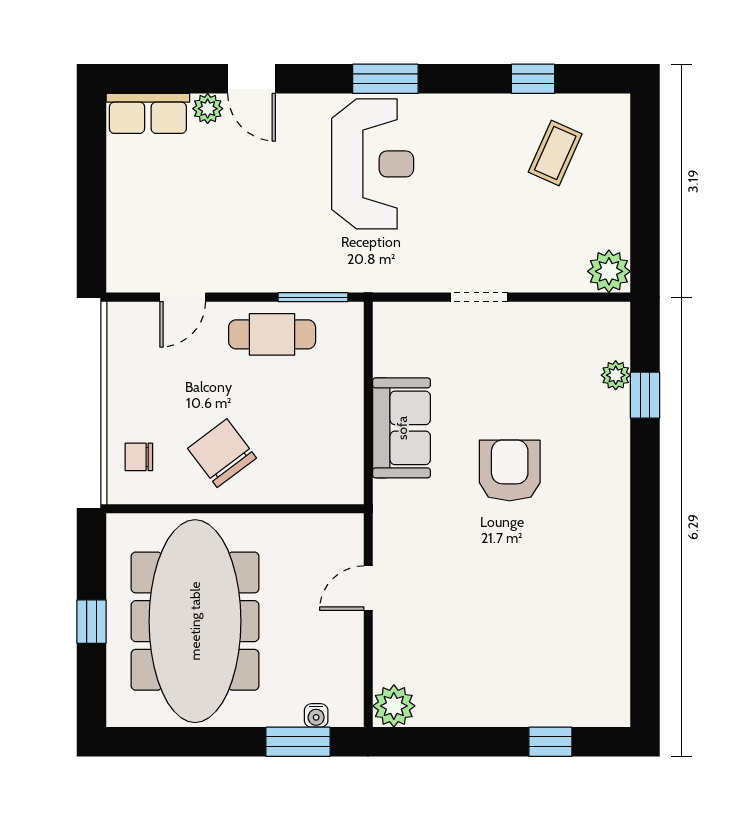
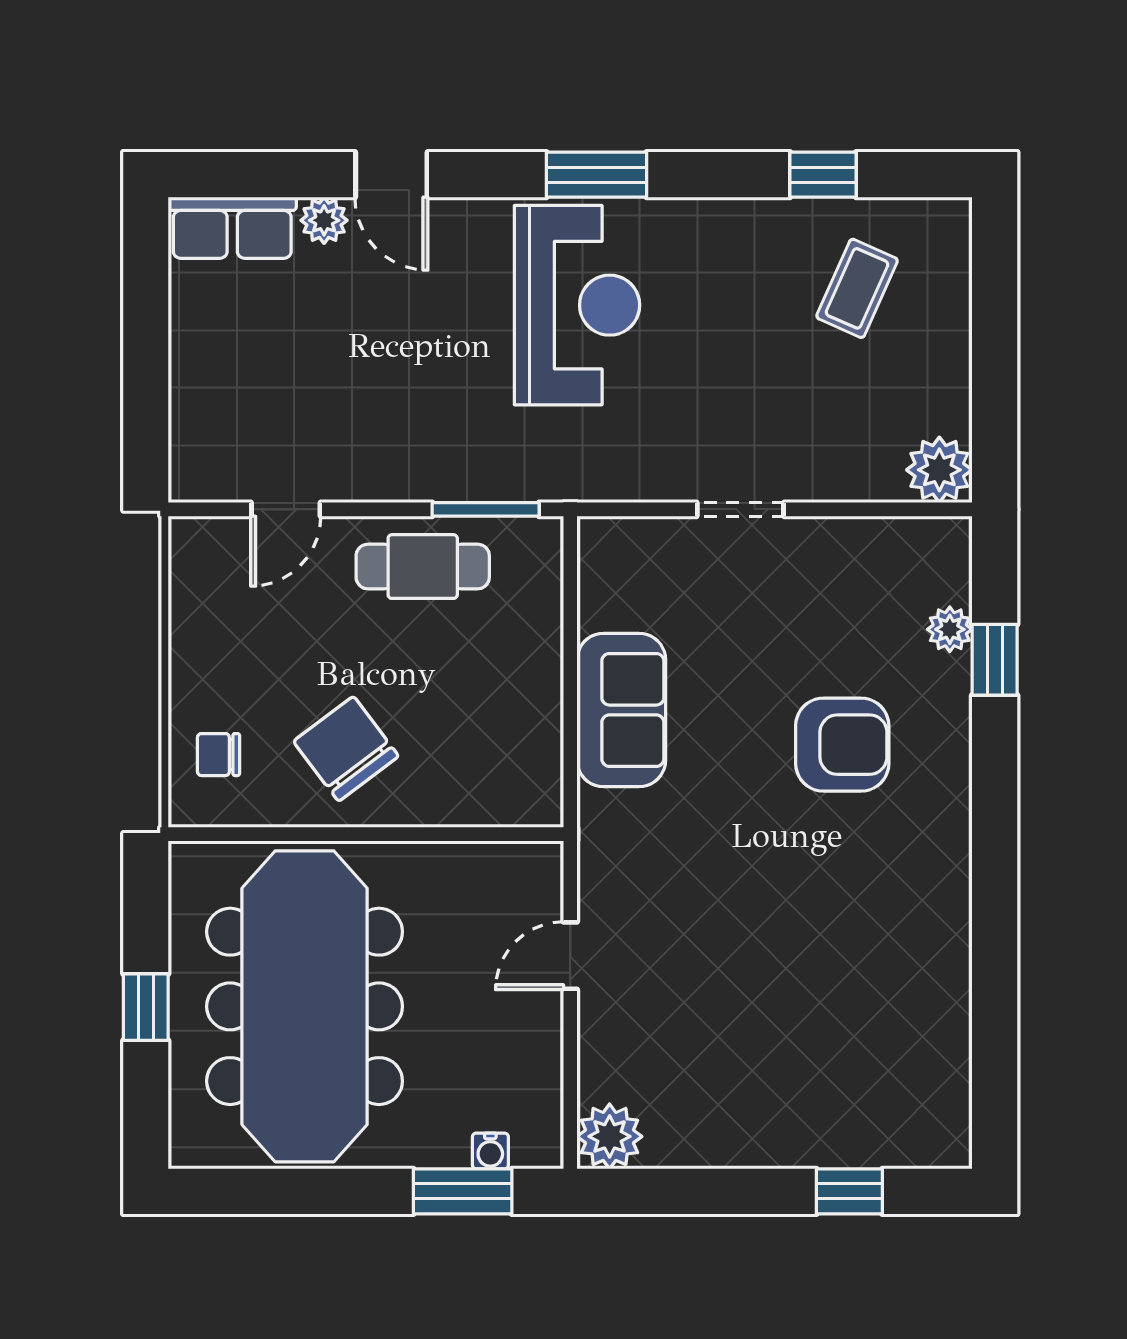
armchair: (510, 470) -> (842, 745), moved, turned 90

